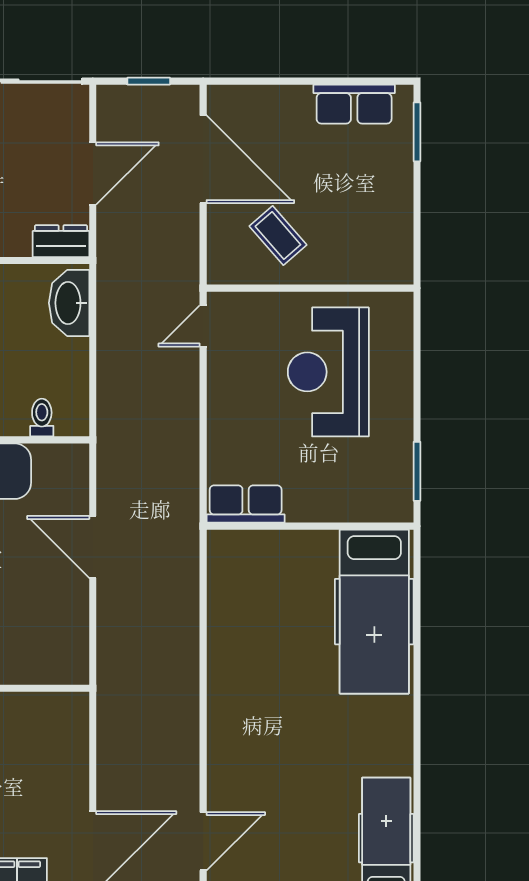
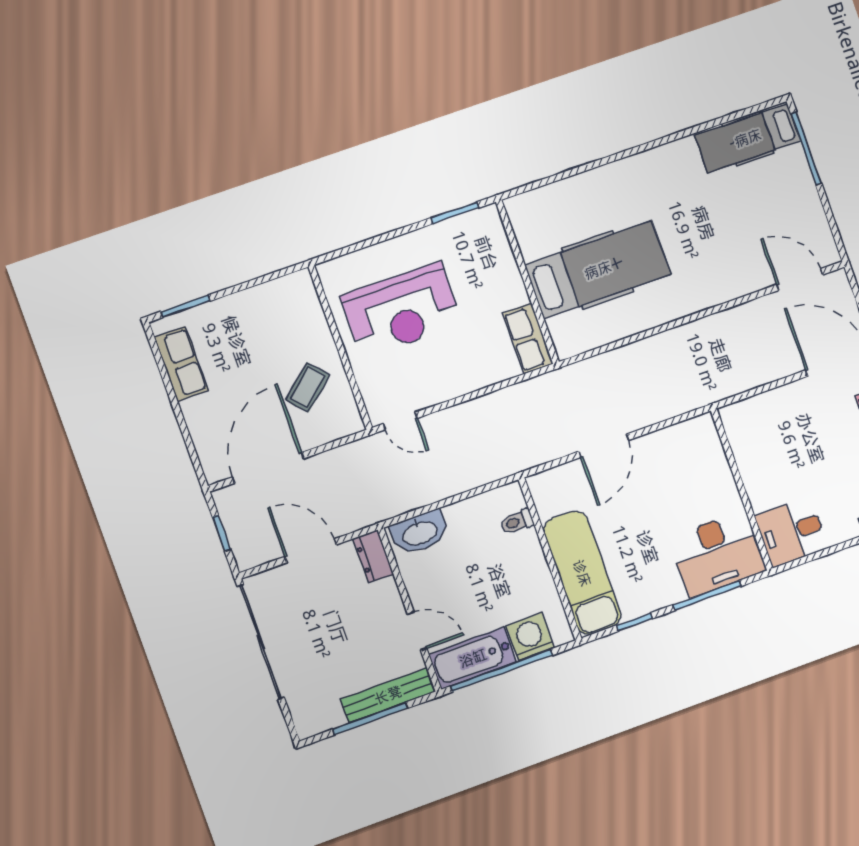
hospital bed: (374, 612) -> (598, 270), moved

